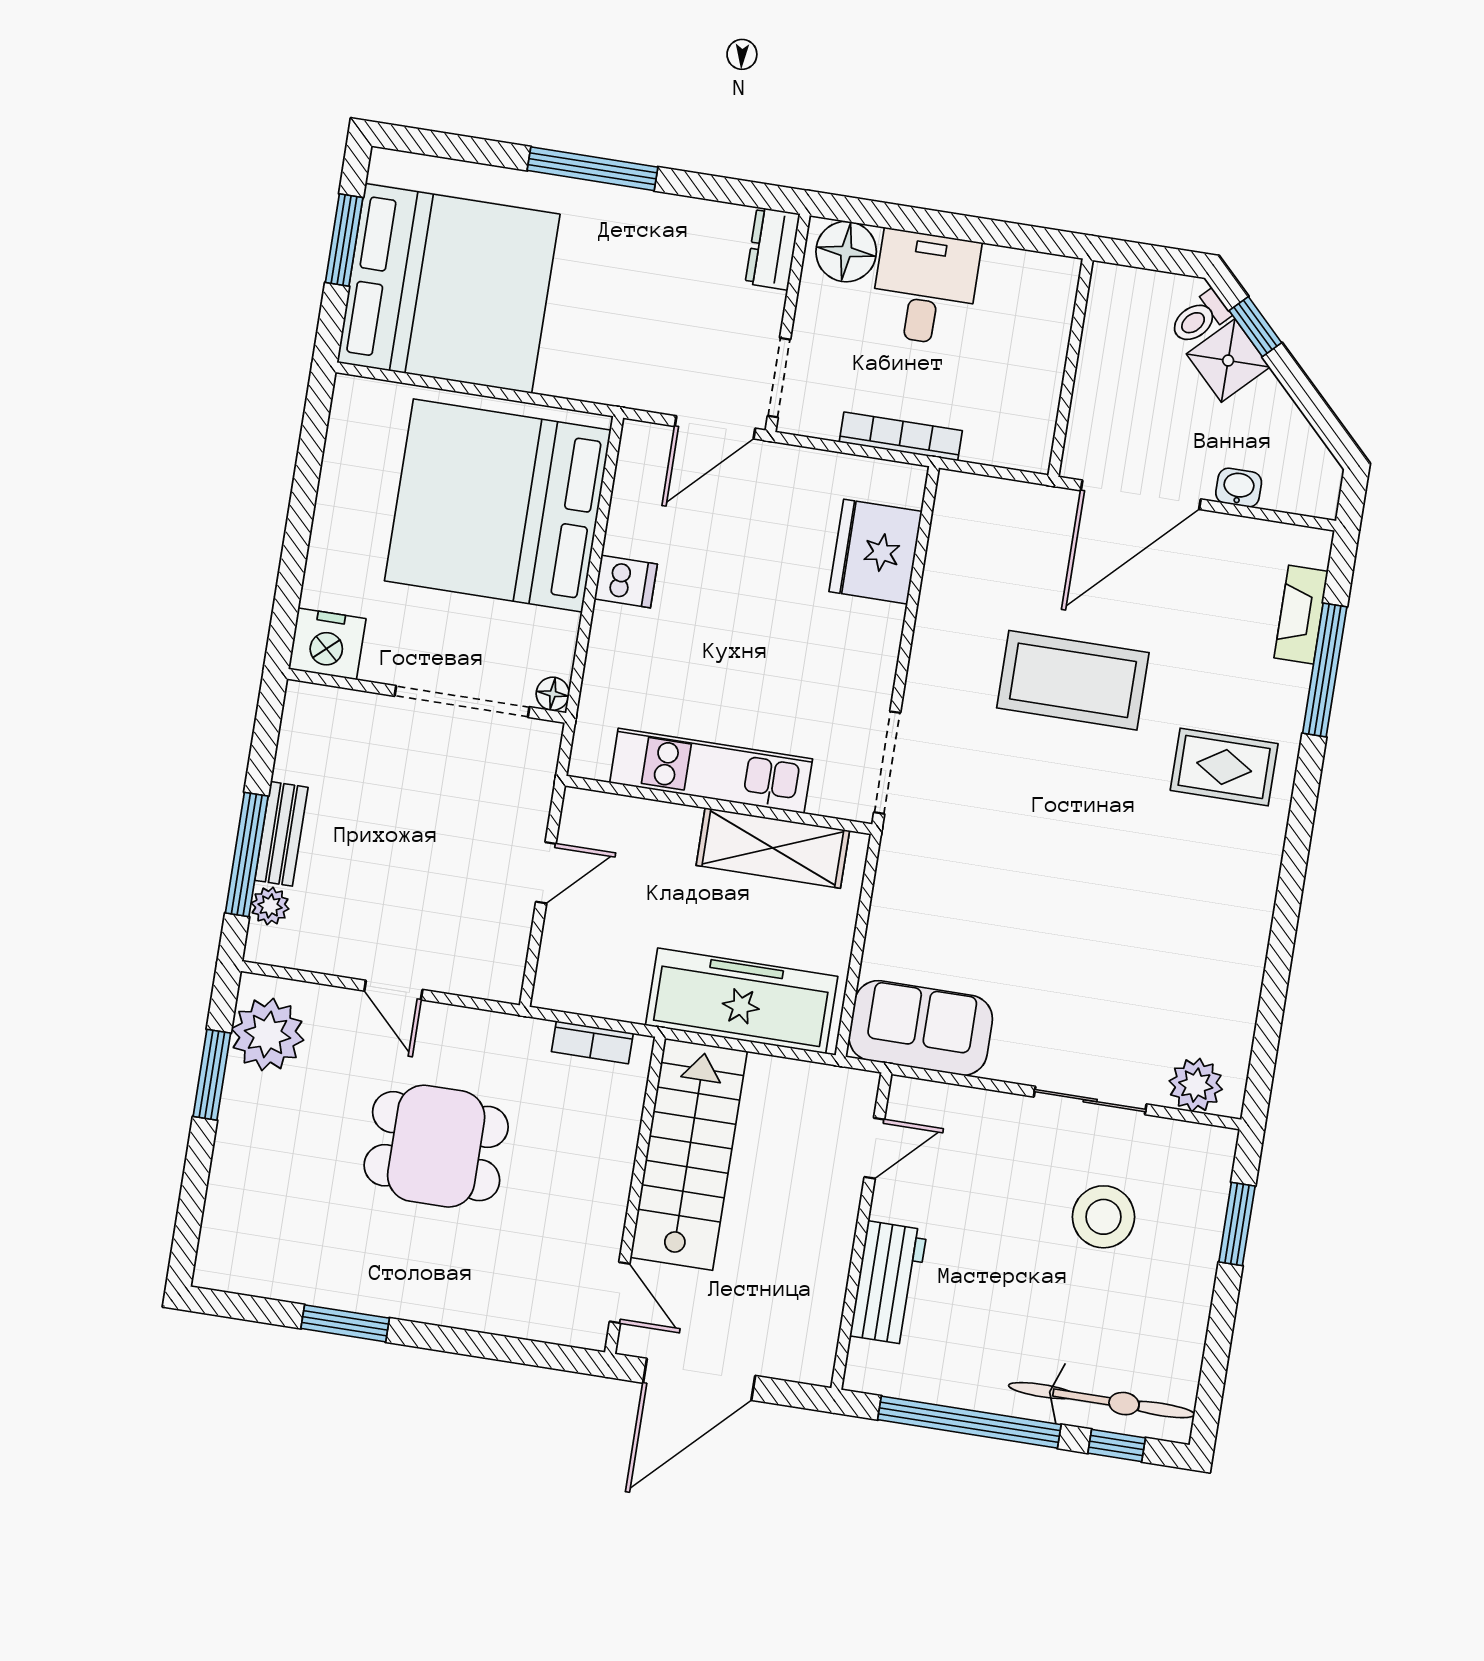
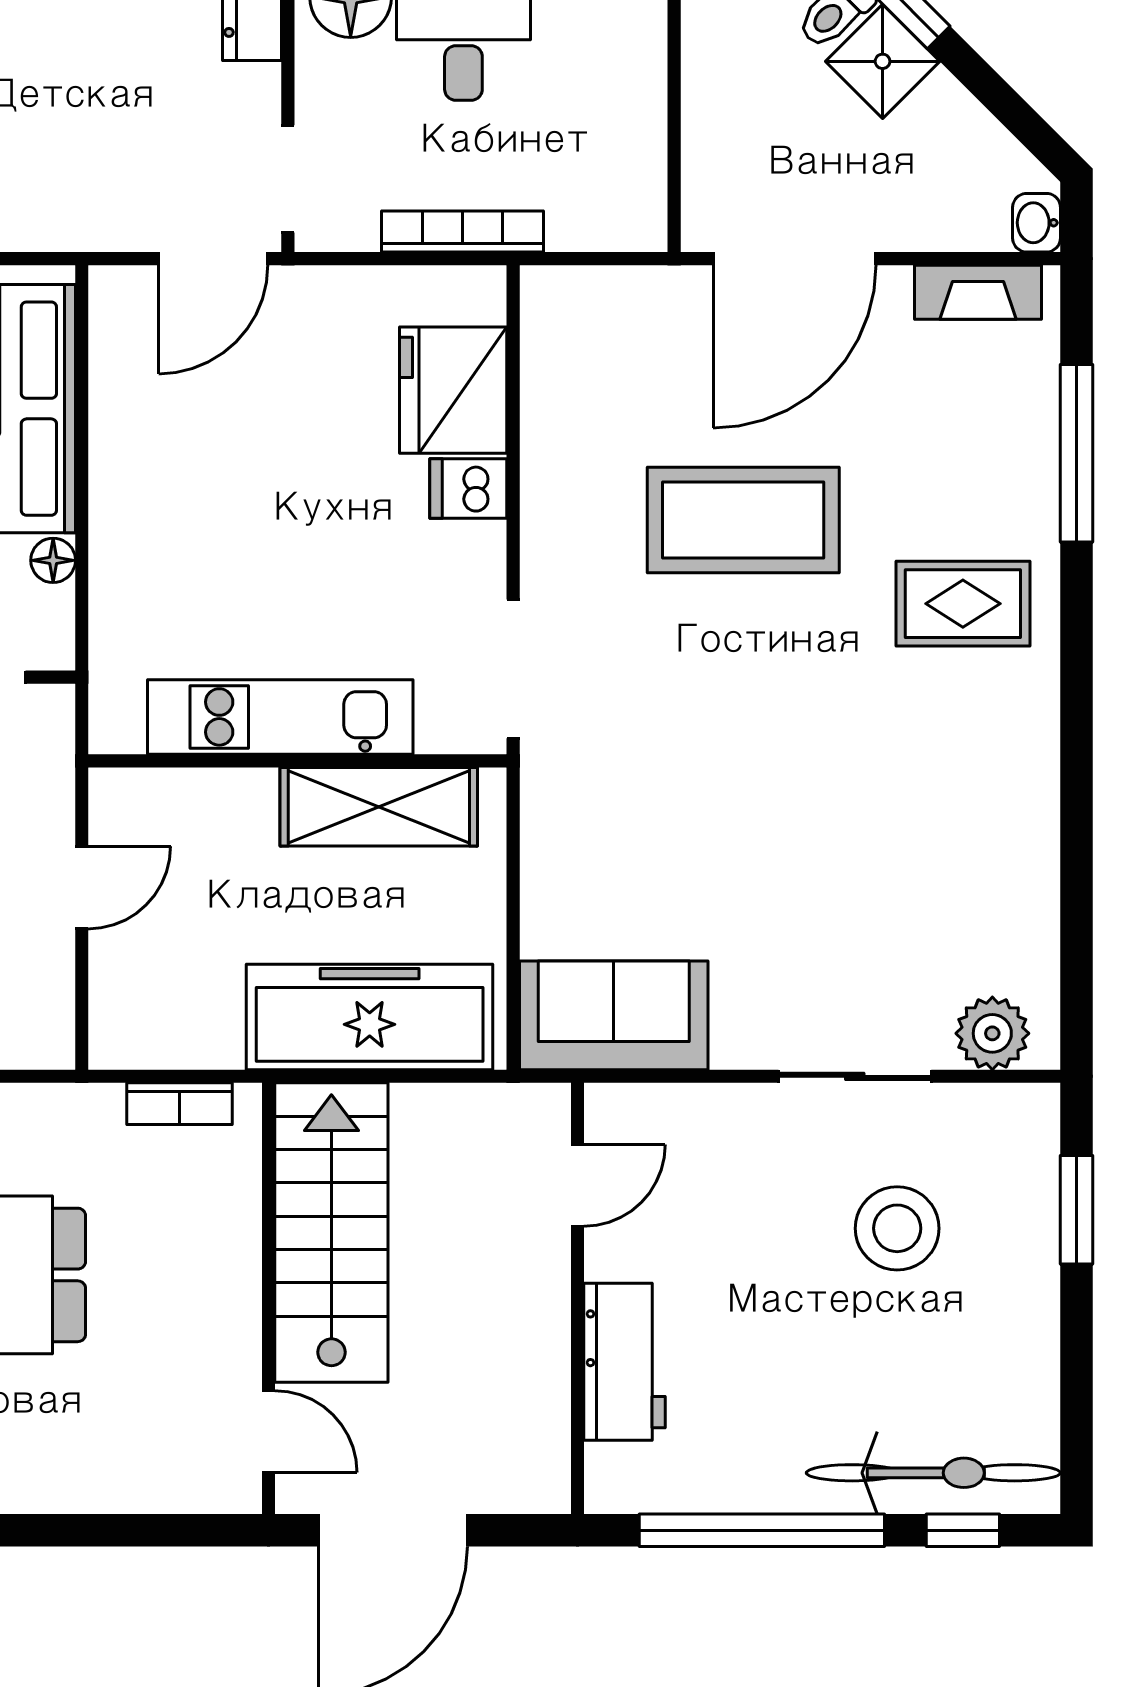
washbasin: (1239, 488) -> (1037, 223), moved, turned -90
dishwasher: (626, 582) -> (468, 488), moved, turned 180
fireplace: (1301, 615) -> (978, 292), moved, turned -90
floor lamp: (553, 694) -> (53, 560), moved

